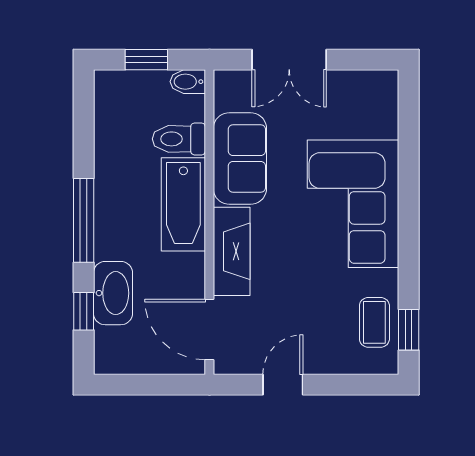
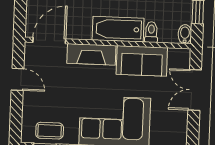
toilet: (179, 139) -> (151, 32), width x0.73, depth x0.72

